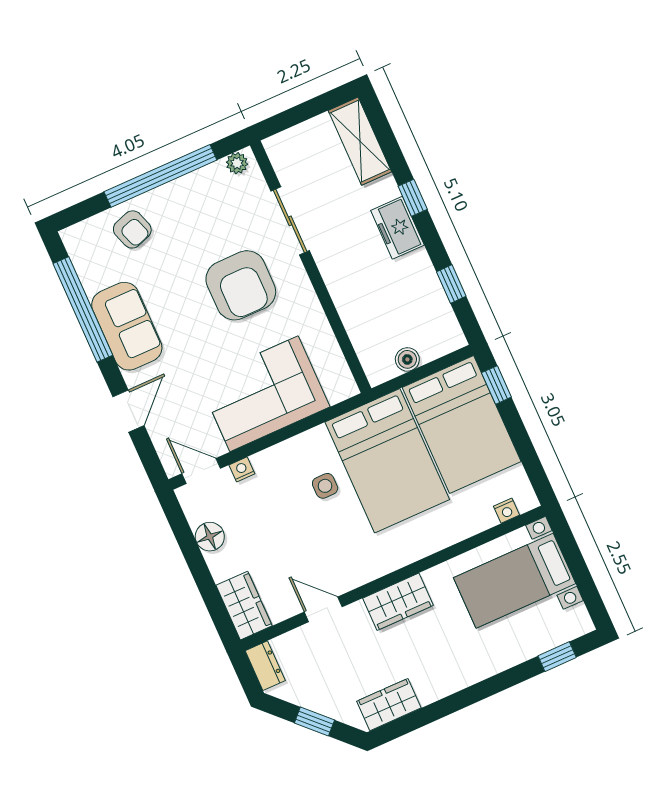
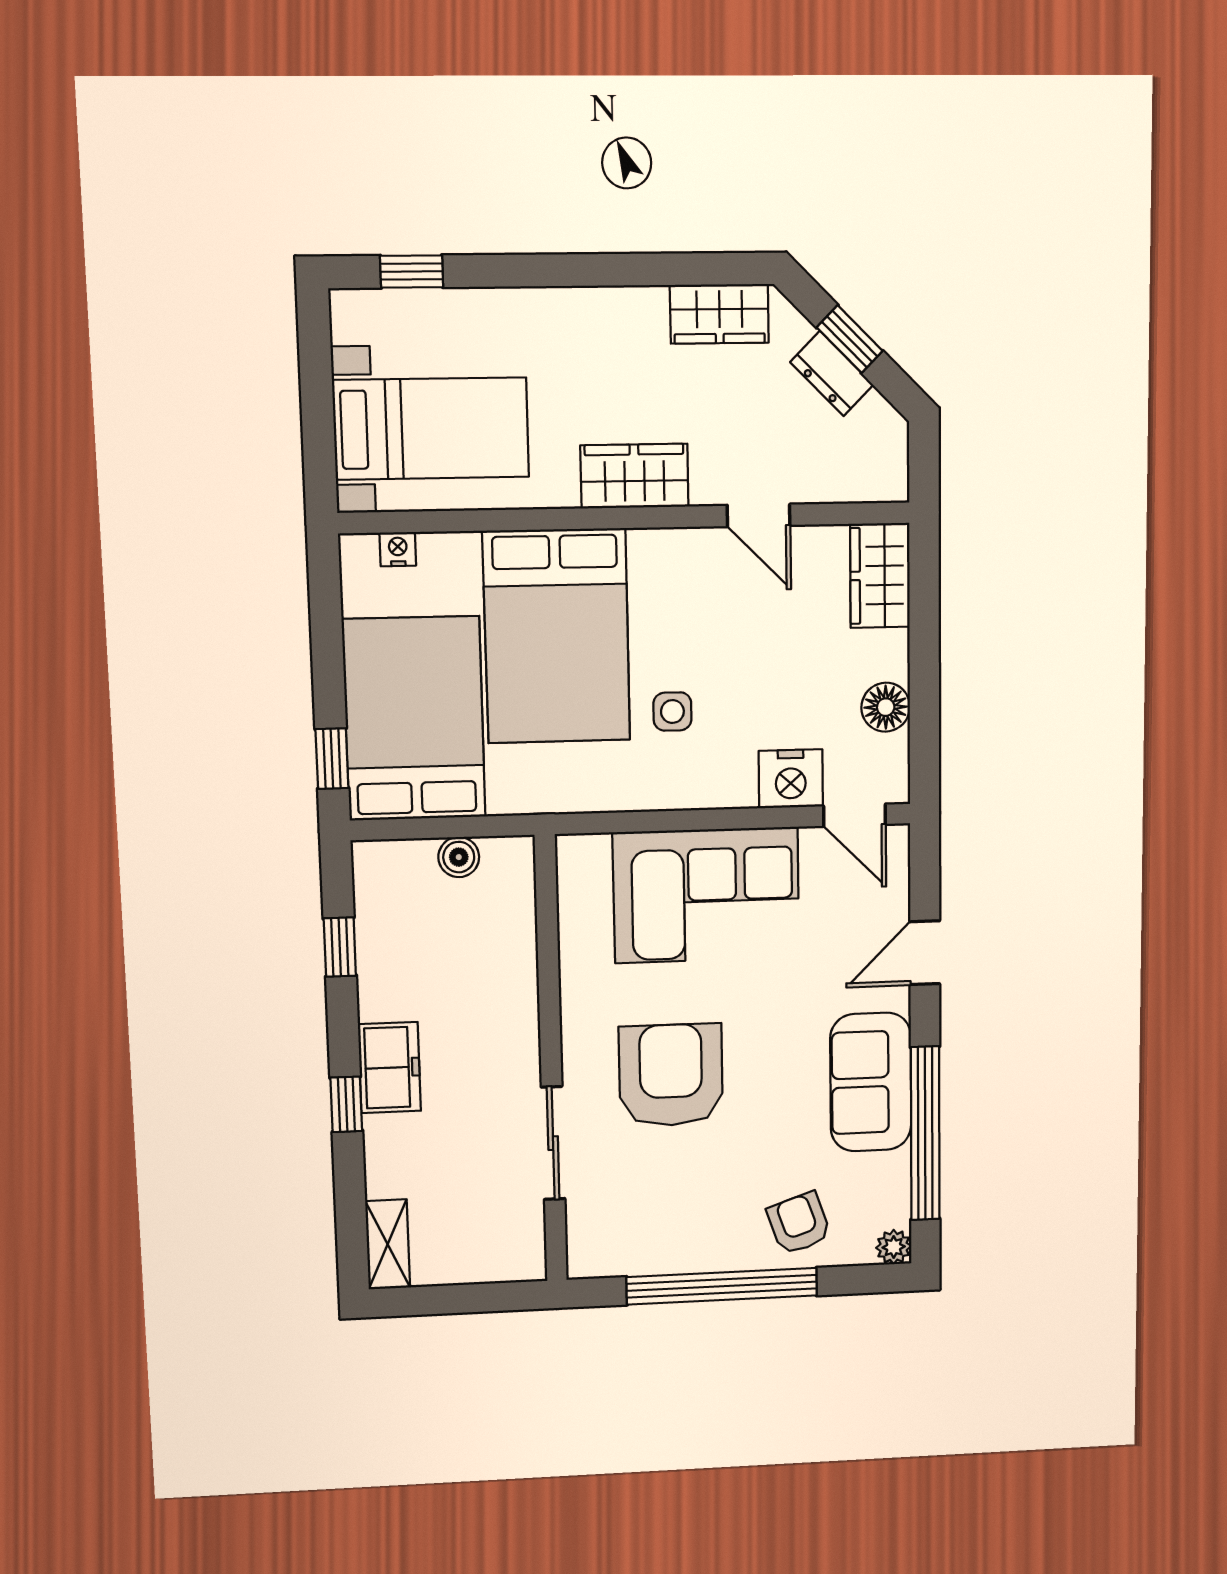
shelving: (360, 141) -> (388, 1244), width x0.67, depth x0.75
plant: (237, 163) -> (894, 1247), moved
bed: (387, 461) -> (557, 636), moved, turned 180
nightstand: (242, 469) -> (791, 779), width x1.89, depth x1.79
dresser: (265, 666) -> (832, 374), moved, turned -45

